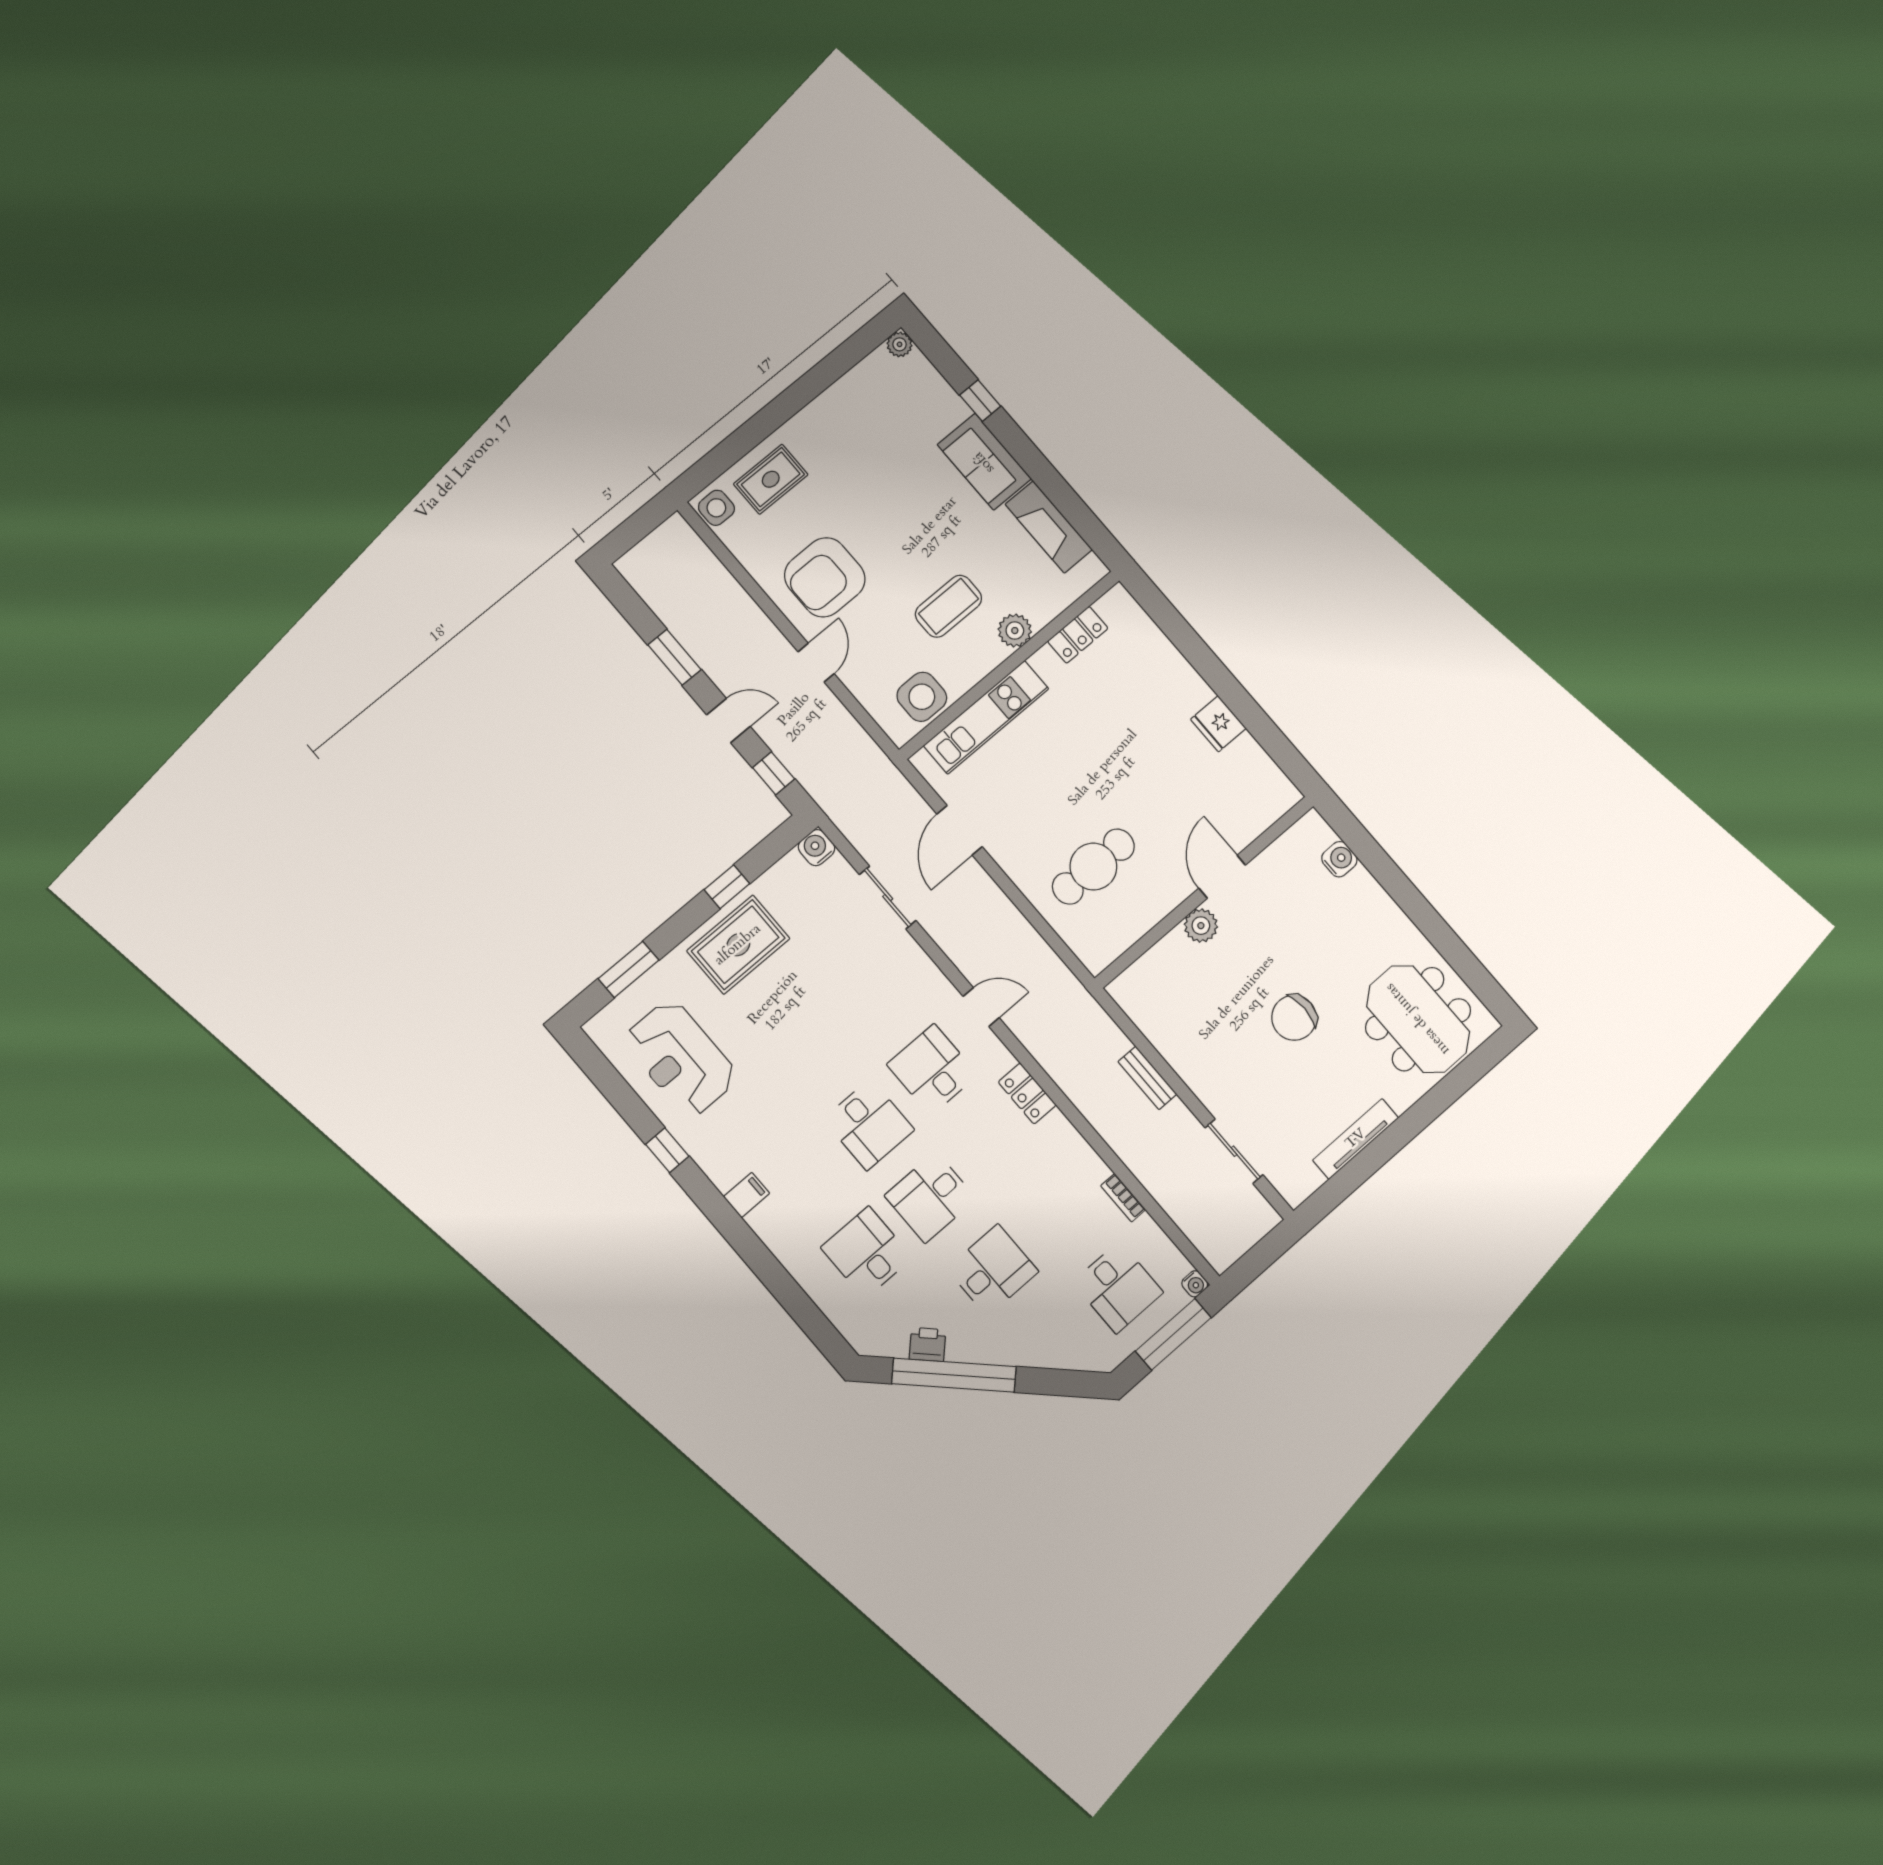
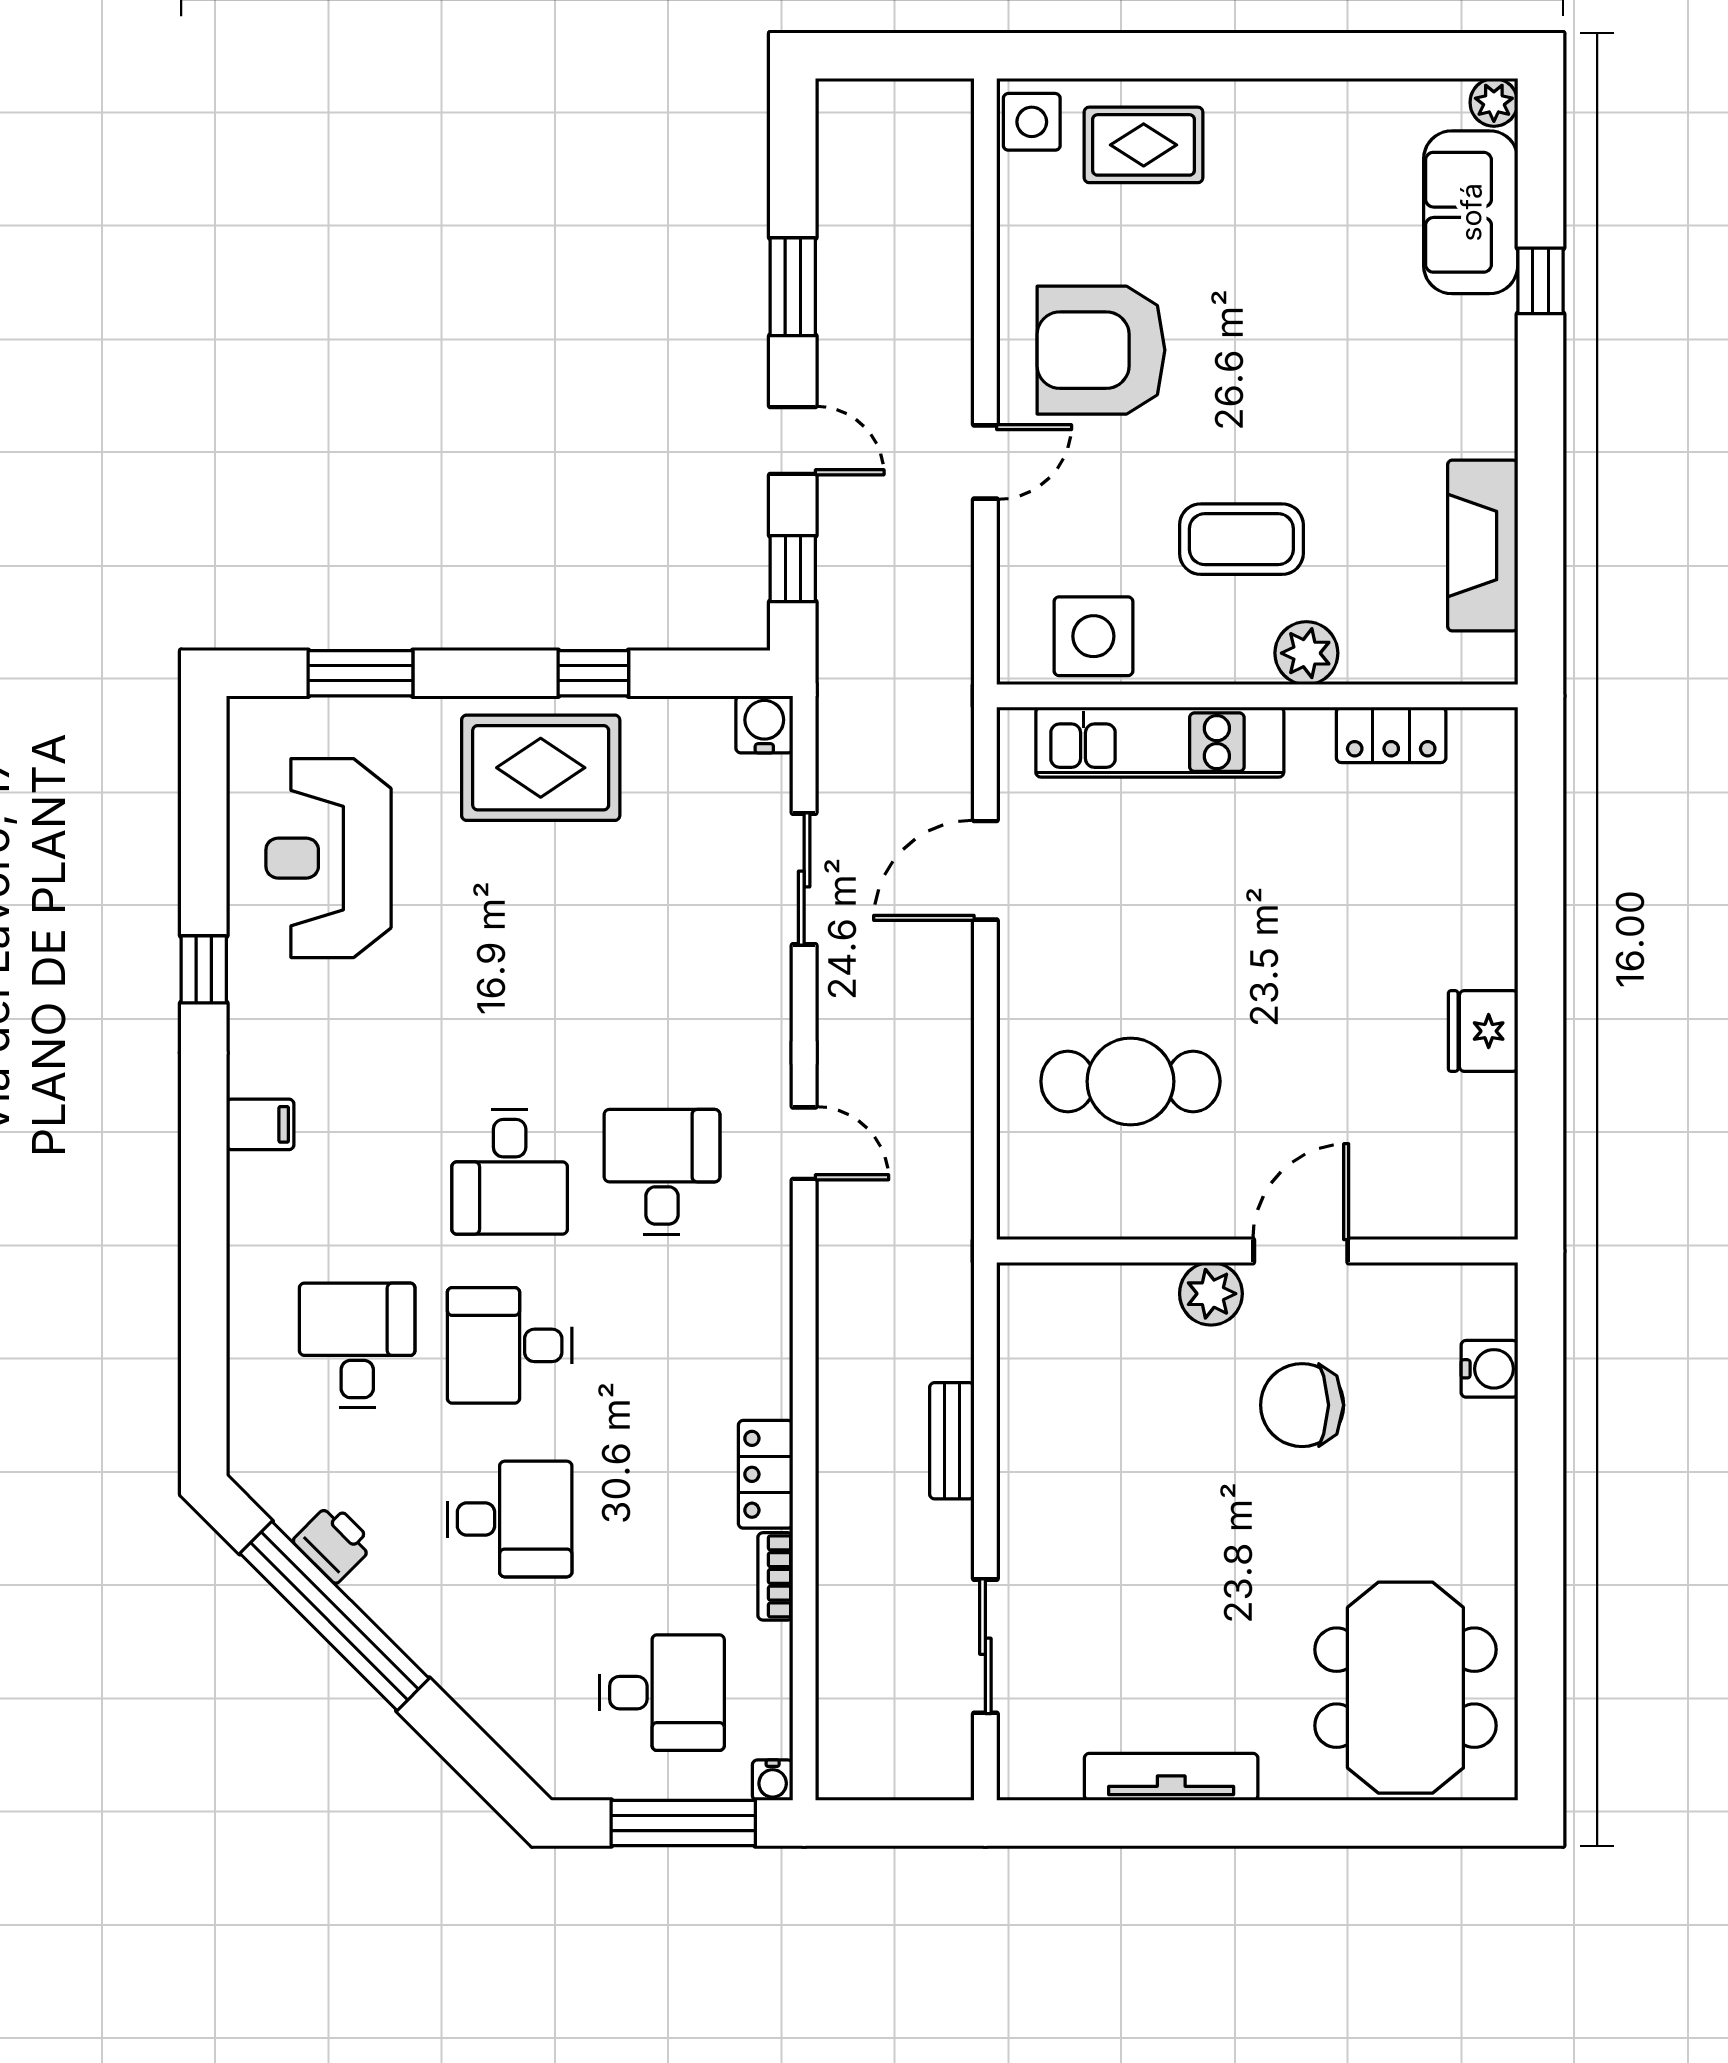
sofa: (984, 462) -> (1471, 212), moved
chair: (1294, 1018) -> (1302, 1405), moved
locker: (1027, 1093) -> (766, 1474), moved
desk: (1118, 1287) -> (662, 1693), turned -90

